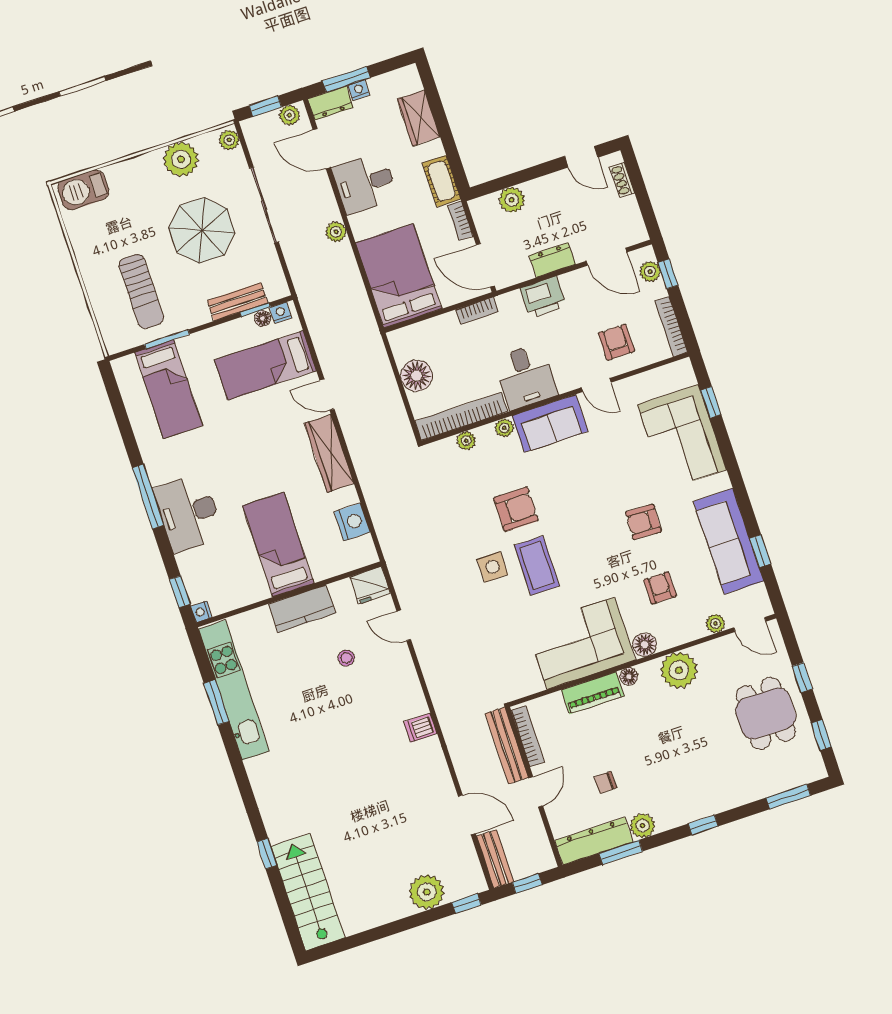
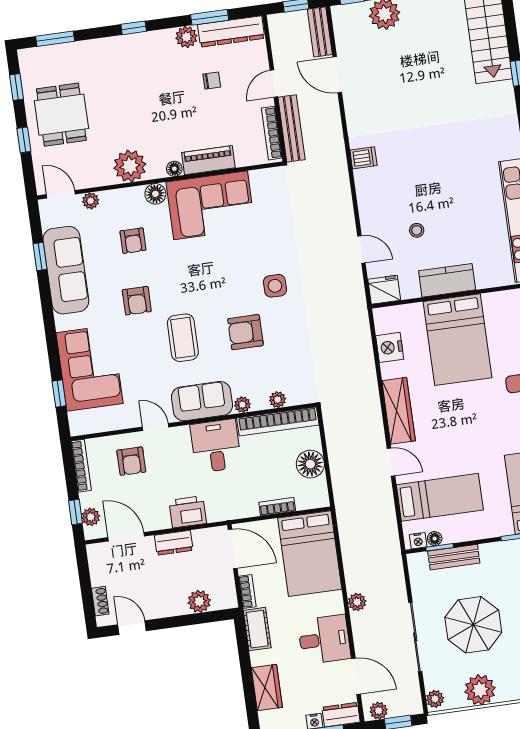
bookcase: (477, 311) -> (277, 507), moved
armchair: (643, 522) -> (137, 301), turned 88
bed: (278, 545) -> (458, 340), width x1.50
coffee table: (537, 566) -> (183, 338), moved

